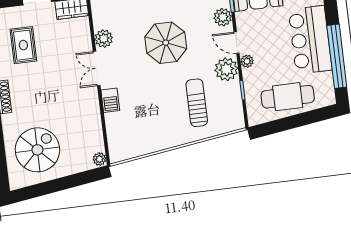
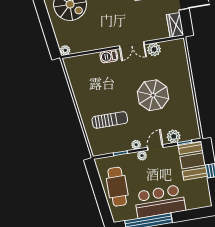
double door: (97, 68) -> (132, 45), swing flipped
plant: (226, 69) -> (136, 145), width x0.53, depth x0.53

